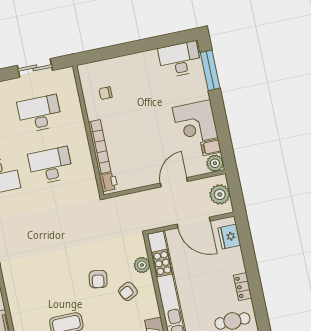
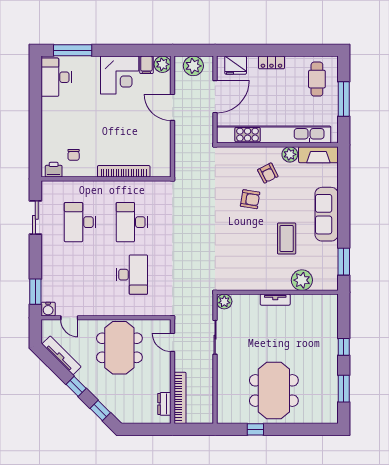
printer: (109, 182) -> (54, 170), moved
plant: (142, 265) -> (290, 154), moved
locker: (243, 287) -> (271, 62), moved

